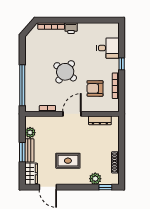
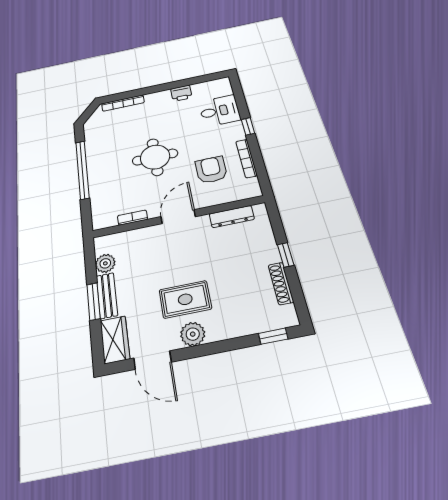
printer: (71, 28) -> (181, 93), moved
round table: (65, 72) -> (155, 157), turned -37
window: (22, 85) -> (82, 170), moved
armchair: (95, 88) -> (211, 170), turned 90
window: (122, 148) -> (286, 255), added
plant: (95, 179) -> (193, 334), moved

